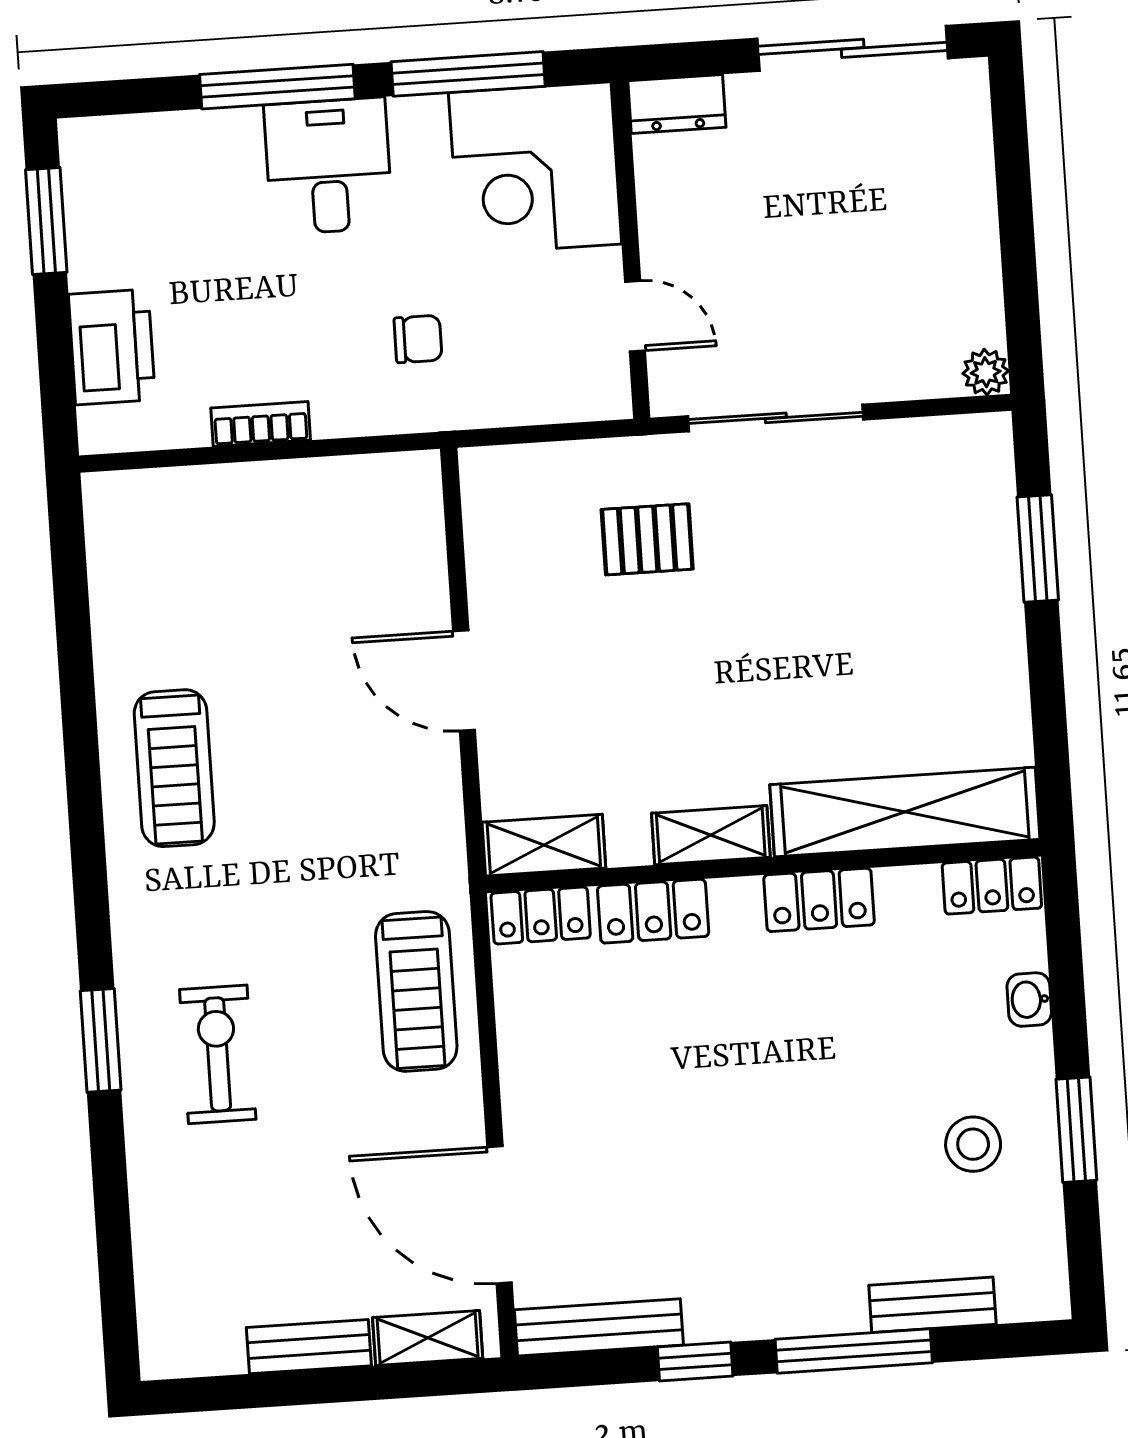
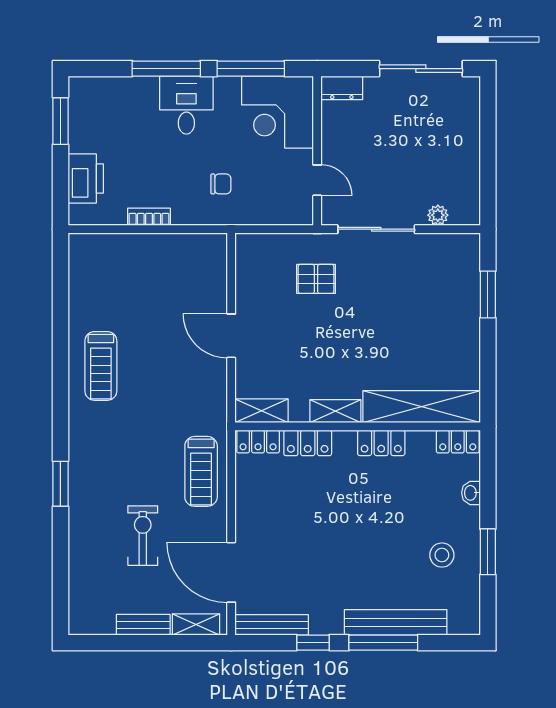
plant: (986, 372) -> (438, 215), moved
exercise bike: (218, 1054) -> (143, 536), moved
bench: (932, 1305) -> (396, 622), width x1.86, depth x1.21

